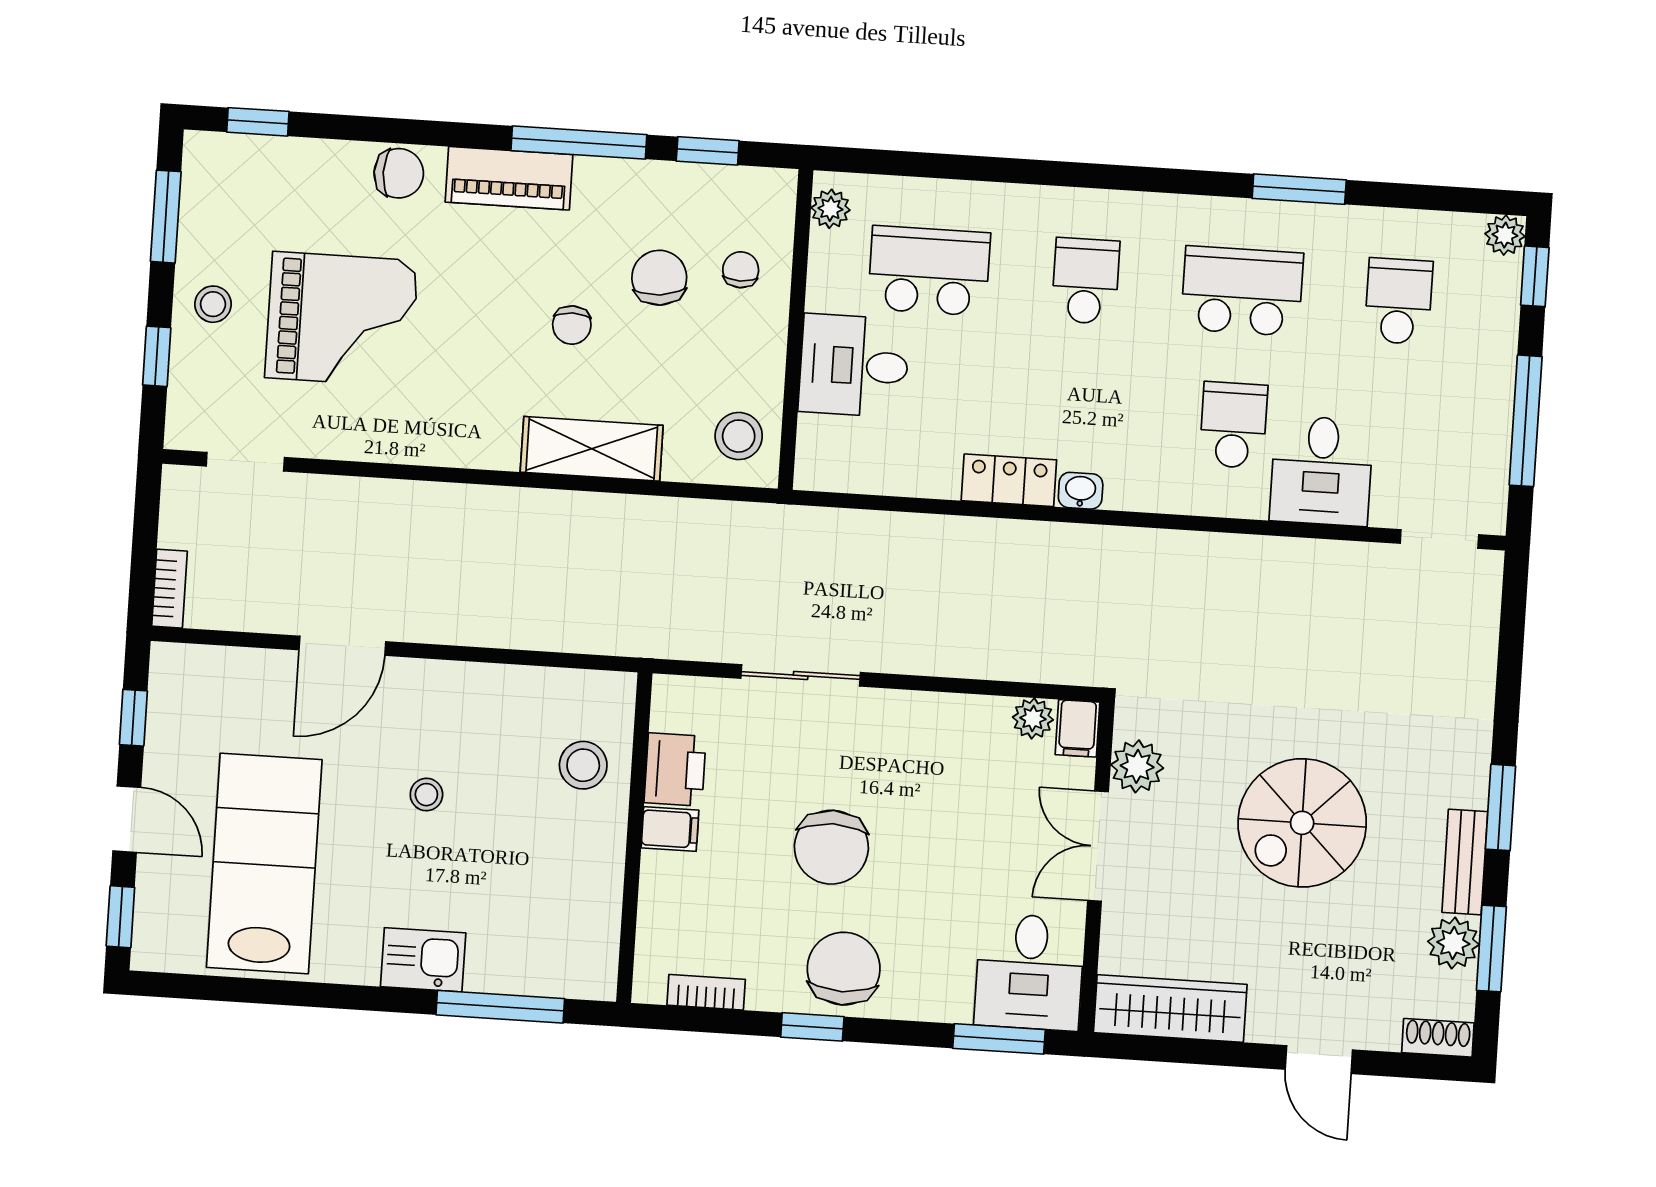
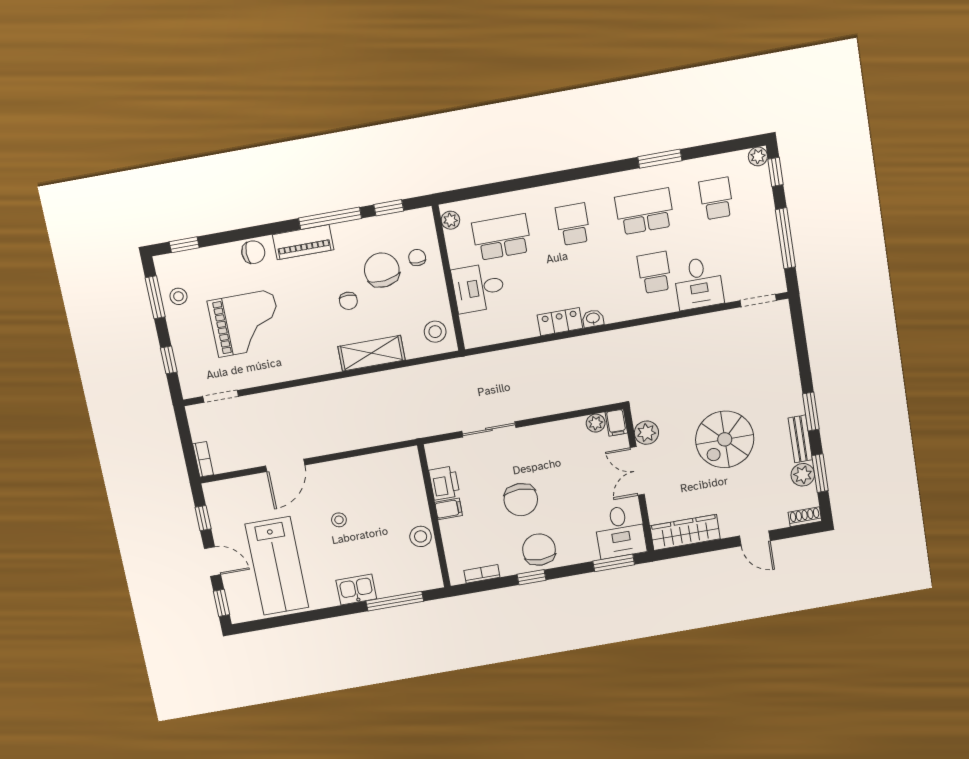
chair: (659, 278) -> (382, 270), width x1.37, depth x1.37
stool: (213, 304) -> (178, 296), moved
stool: (583, 765) -> (421, 536), moved
lab bench: (264, 863) -> (277, 566), turned 180

